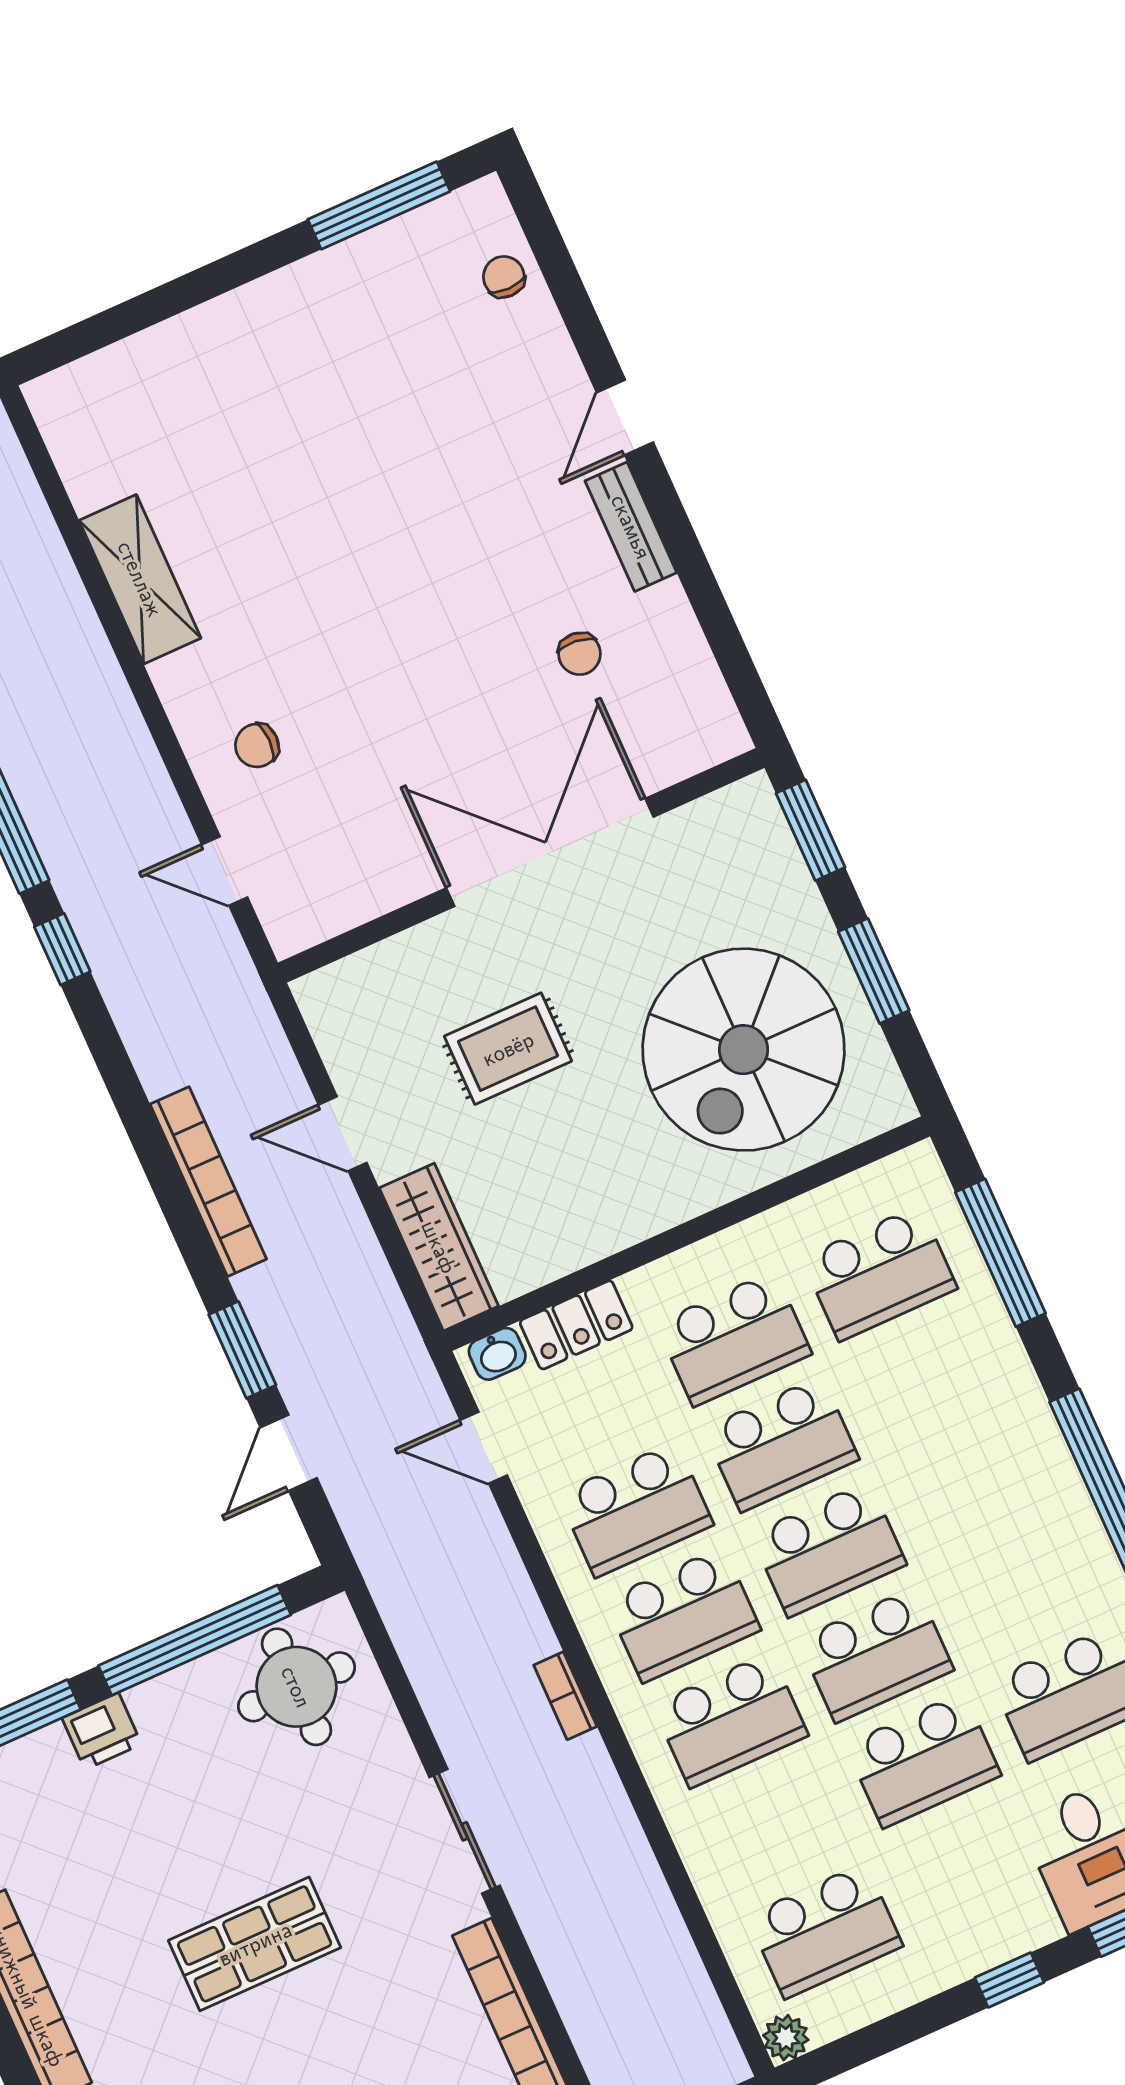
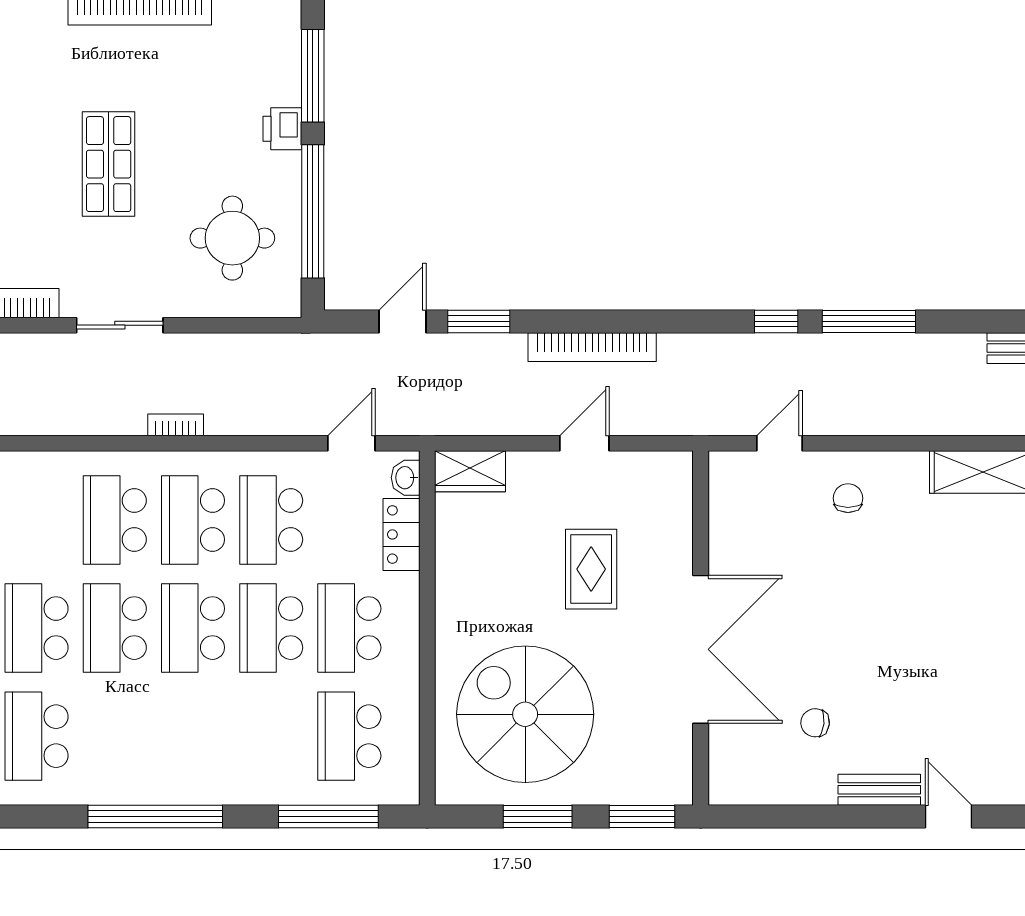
wardrobe: (439, 1247) -> (470, 471), width x0.67
door: (289, 1453) -> (402, 321), hinge flipped
round table: (296, 1687) -> (232, 238), moved

